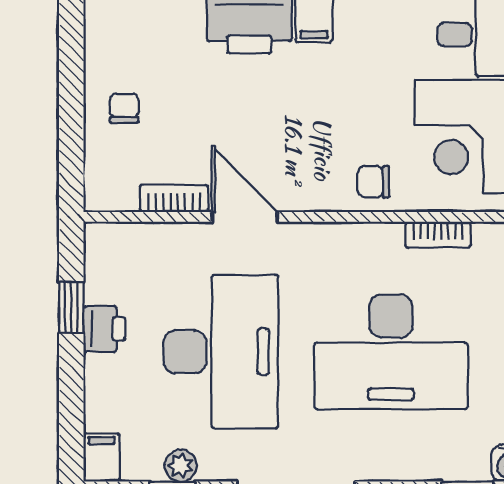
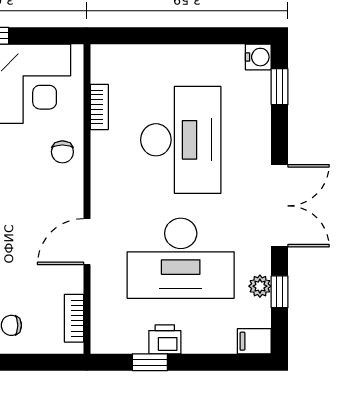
bookcase: (174, 198) -> (74, 318), moved
desk: (221, 352) -> (181, 258), turned 180

